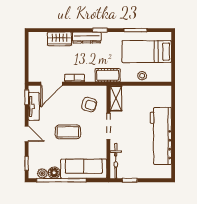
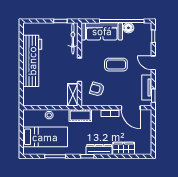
door: (52, 84) -> (131, 108), swing flipped
plant: (42, 173) -> (139, 27), removed

